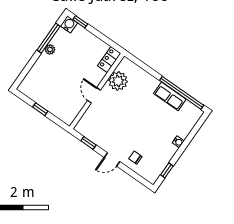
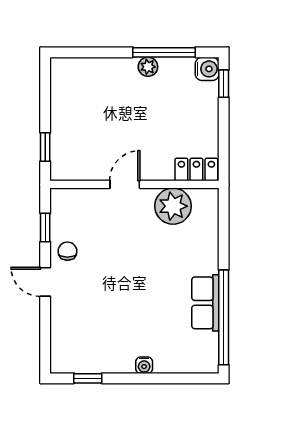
window: (40, 109) -> (45, 147), moved
chair: (135, 158) -> (67, 251), moved

